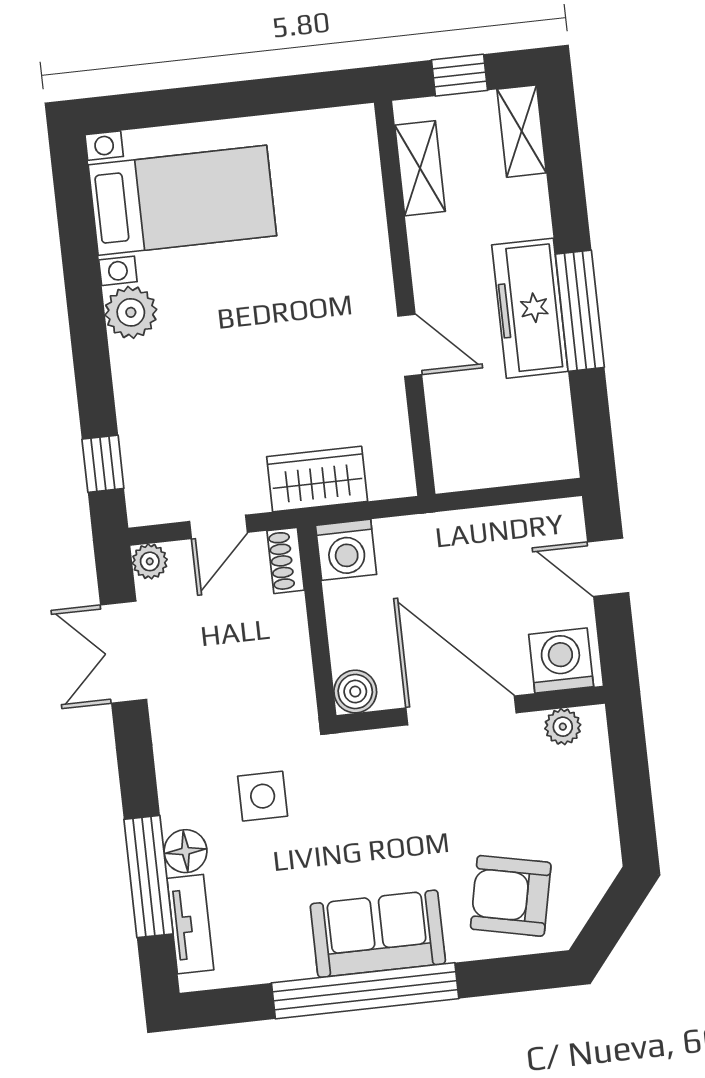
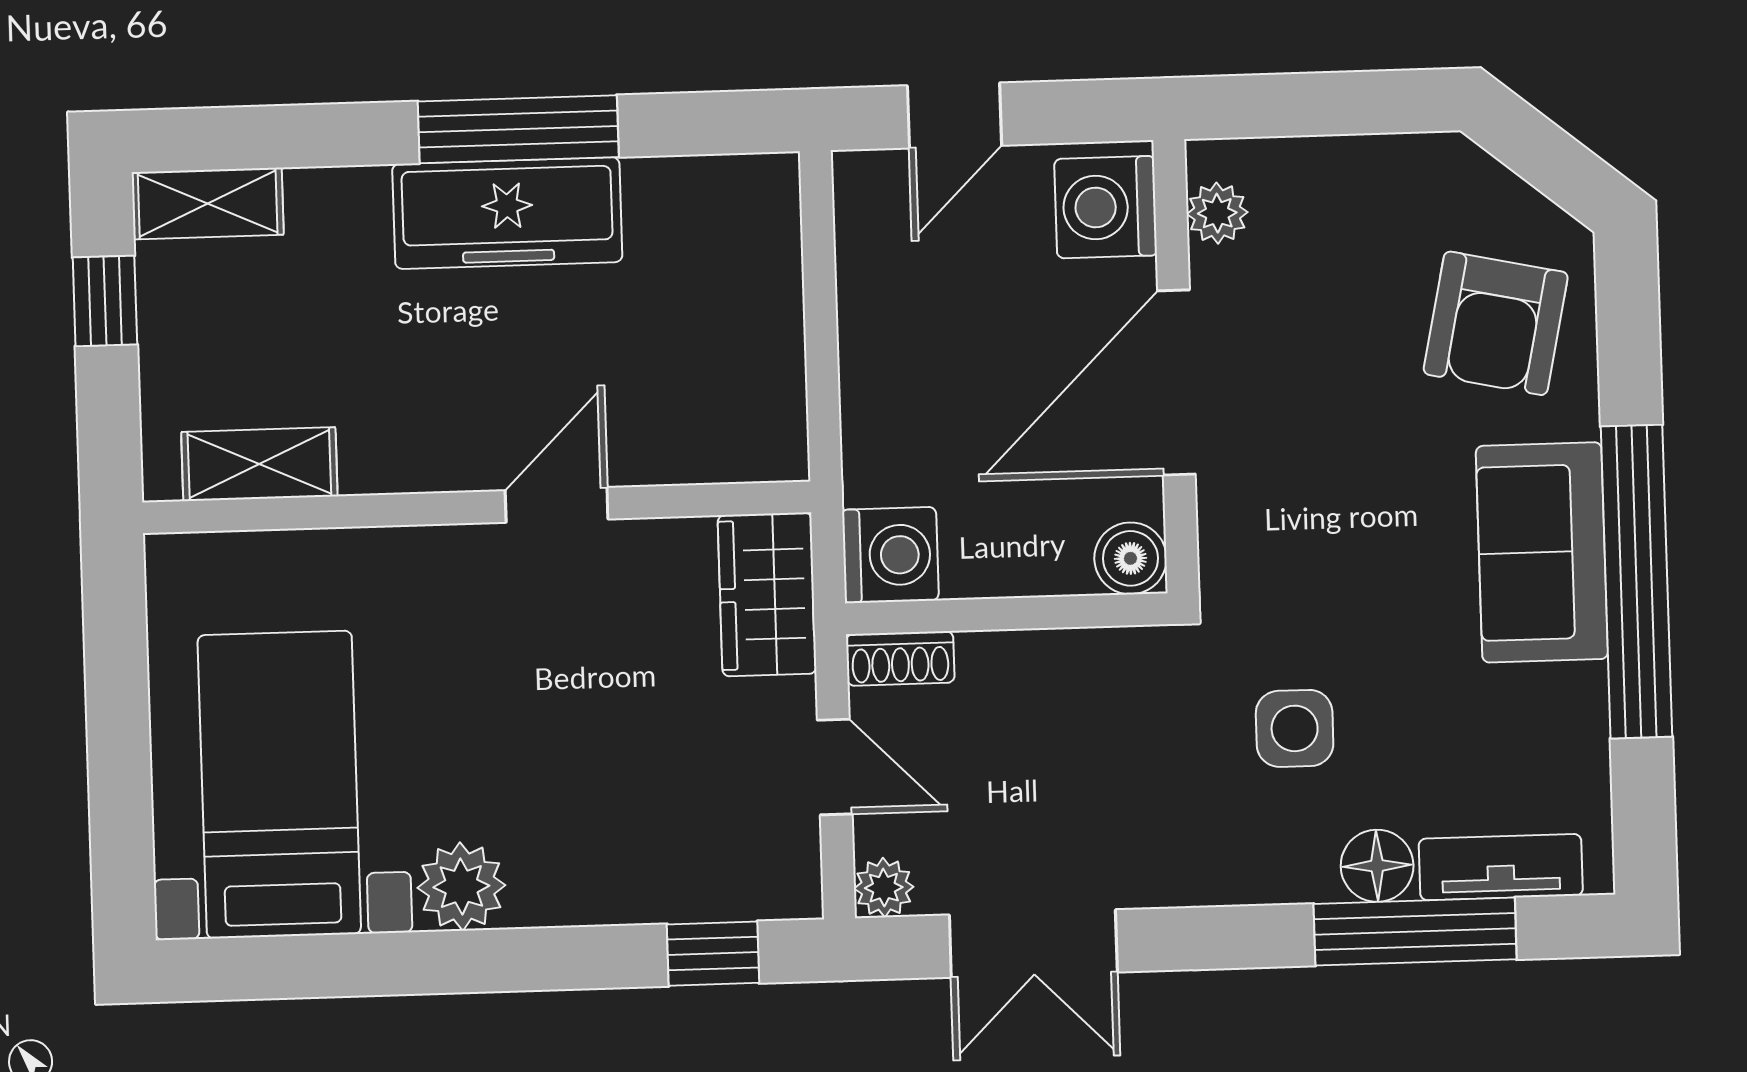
shelving: (420, 168) -> (259, 464), moved
wall: (405, 298) -> (477, 507), moved
door: (410, 345) -> (557, 505), moved

